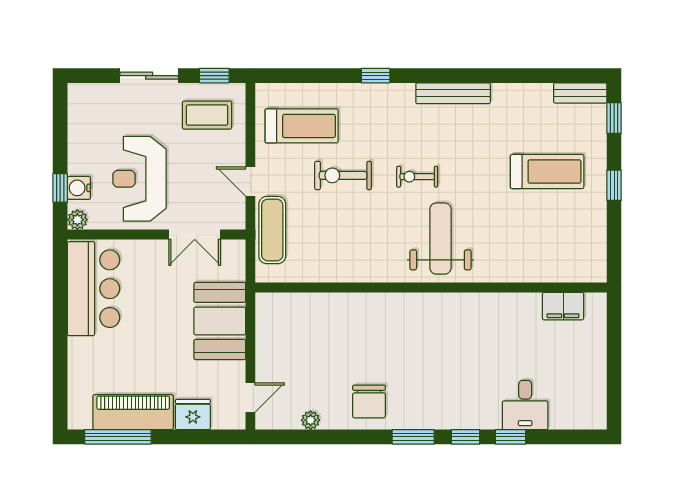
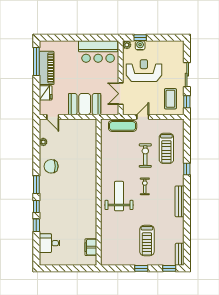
treadmill: (302, 126) -> (166, 148), moved
weight bench: (440, 239) -> (119, 196), turned -90
desk: (525, 405) -> (50, 243), moved

